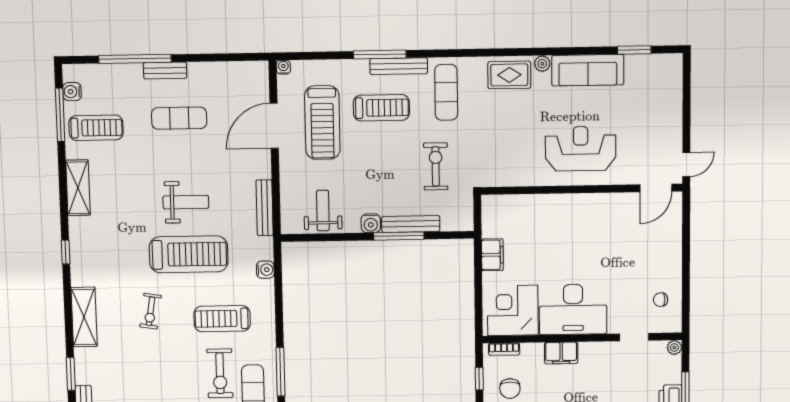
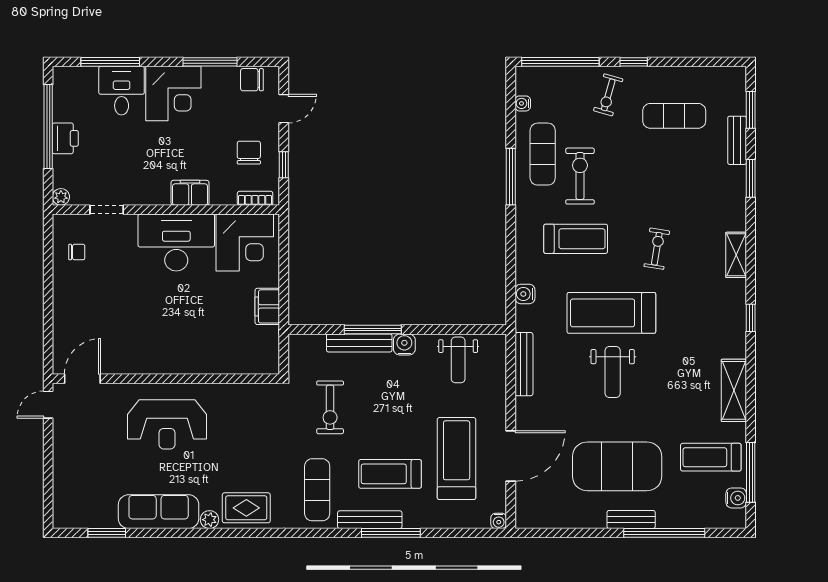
exercise mat: (179, 118) -> (617, 466), width x2.00, depth x1.45
weight bench: (186, 202) -> (613, 372), turned -90
shelving: (84, 317) -> (736, 255), width x0.67, depth x0.75

